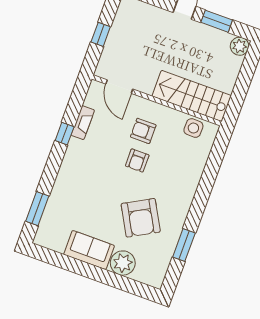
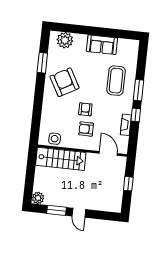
armchair: (143, 131) -> (86, 129), turned 180
coffee table: (81, 192) -> (116, 81), added
window: (37, 209) -> (138, 90), moved
armchair: (141, 218) -> (65, 82), moved
plant: (123, 263) -> (65, 40), moved

